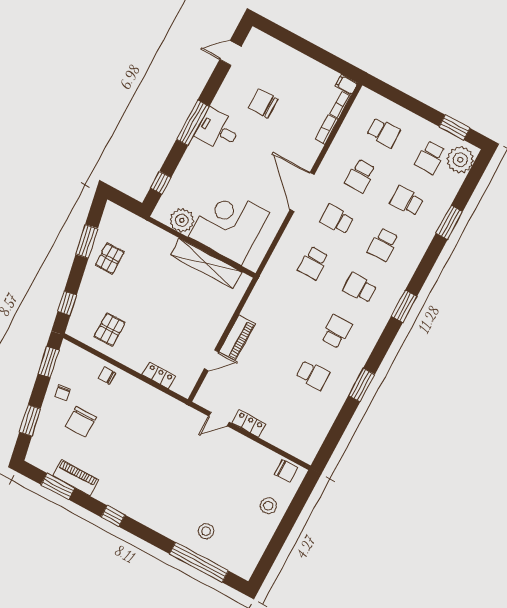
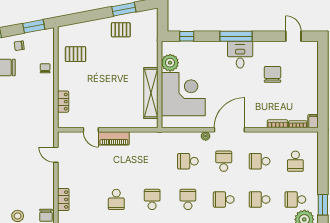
school desk: (407, 201) -> (260, 199), turned -90
plant: (294, 225) -> (206, 136), added
window: (67, 303) -> (78, 18), removed
school desk: (336, 332) -> (152, 199), turned -90
locker: (249, 424) -> (63, 199), moved

